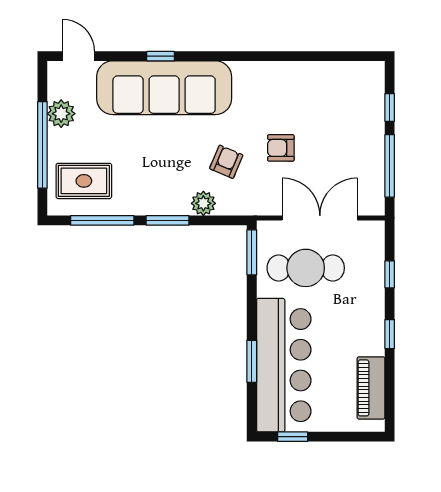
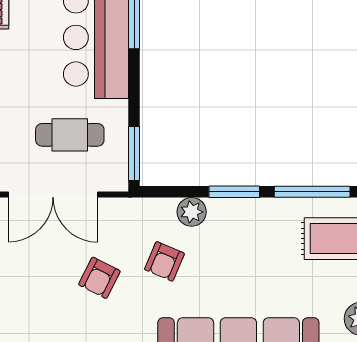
armchair: (281, 148) -> (99, 278), turned 117
cafe table: (306, 268) -> (70, 135), width x0.73, depth x0.74

